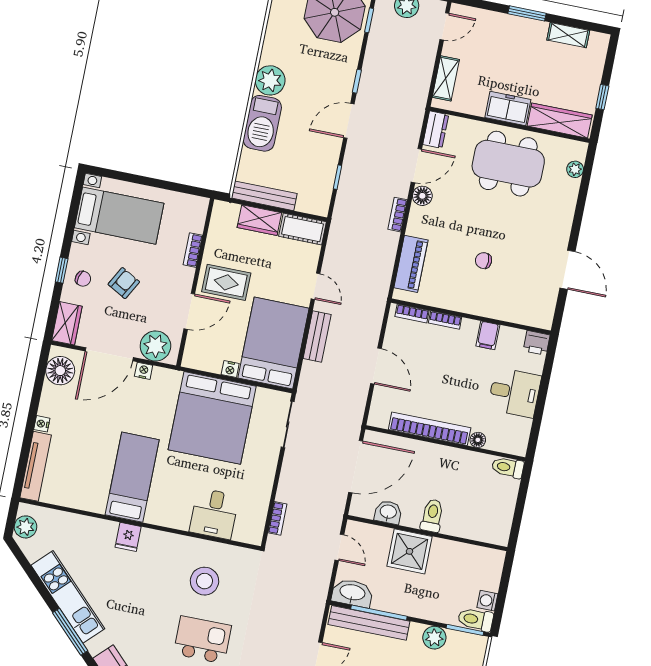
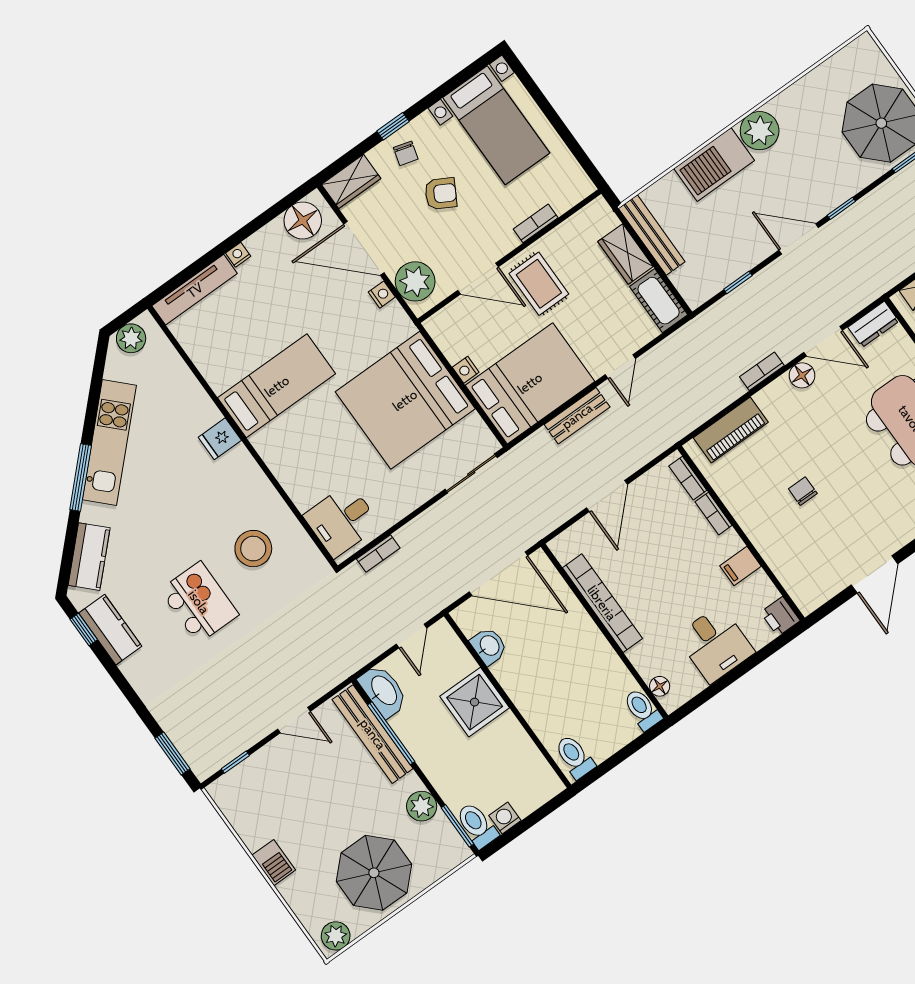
floor lamp: (478, 440) -> (660, 686), moved
desk: (214, 514) -> (342, 520), moved
toilet: (432, 516) -> (575, 757), moved, turned -90

